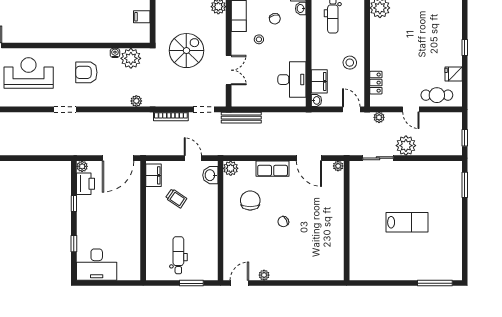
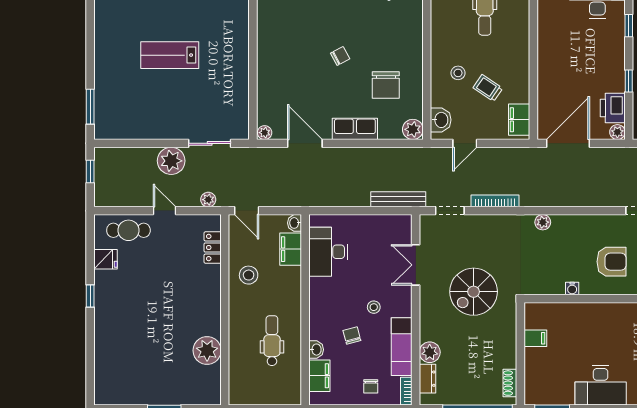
plant: (131, 58) -> (550, 281), removed
door: (193, 158) -> (465, 143), hinge flipped
stool: (198, 209) -> (458, 73), added

